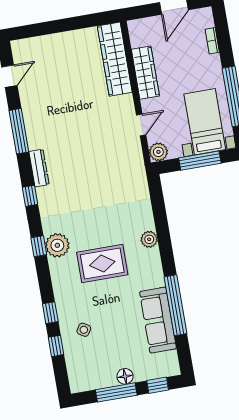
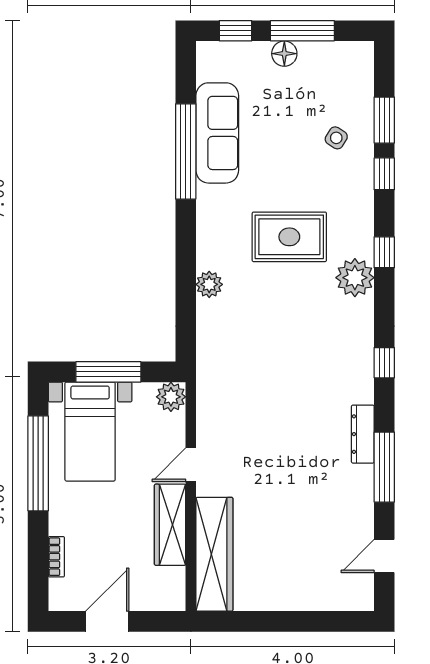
door: (141, 125) -> (191, 465), moved
dresser: (39, 168) -> (363, 434), moved
plant: (149, 239) -> (209, 284), moved
window: (39, 246) -> (384, 252), moved
window: (56, 346) -> (384, 120), width x1.50

